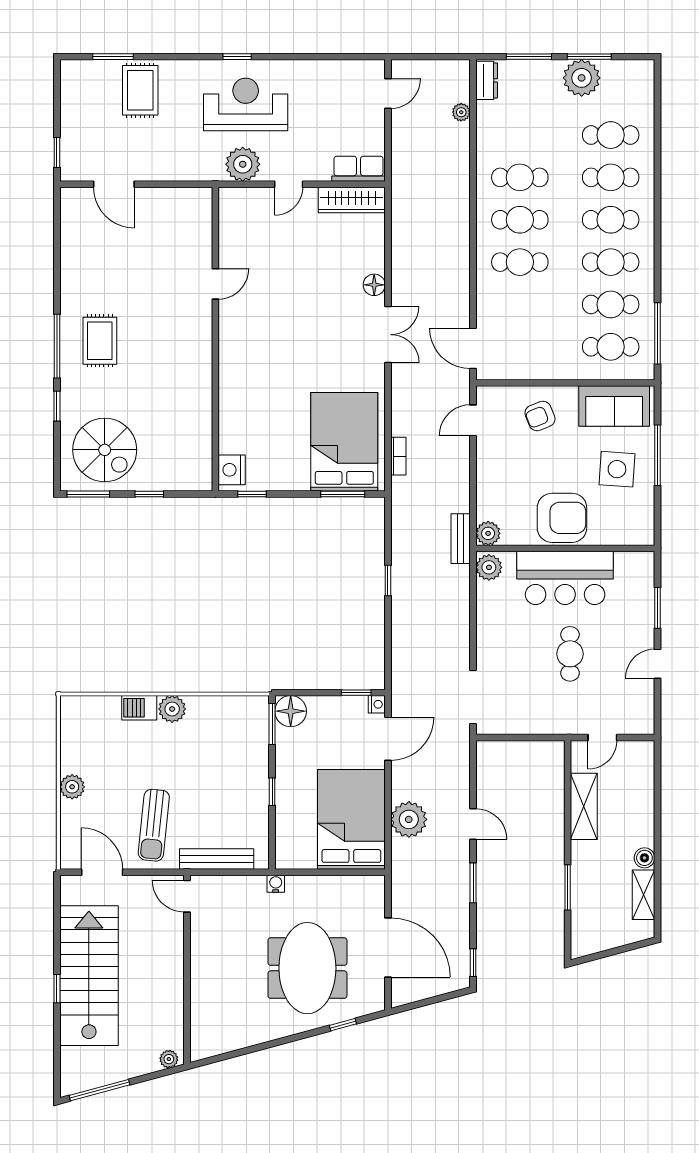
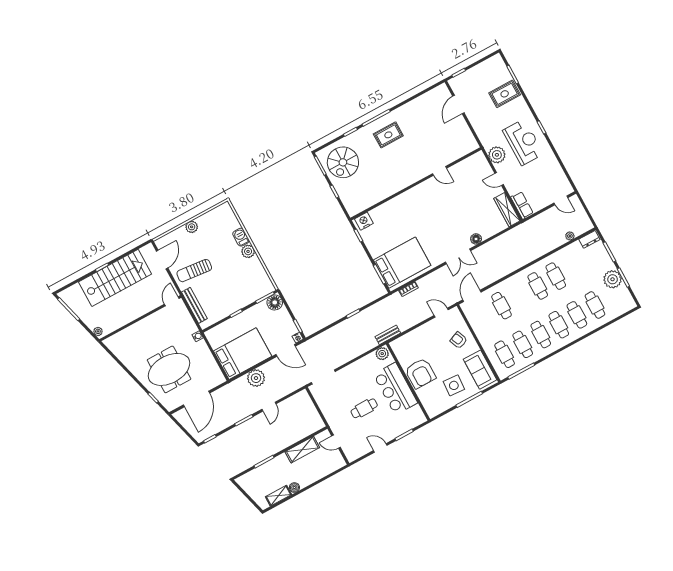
cafe table: (520, 262) -> (502, 306), moved
plant: (488, 533) -> (396, 345), removed

